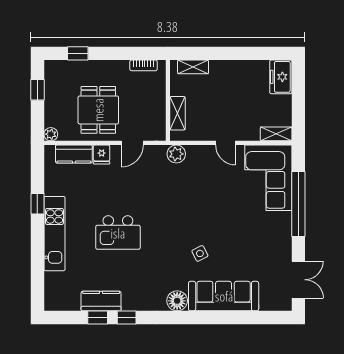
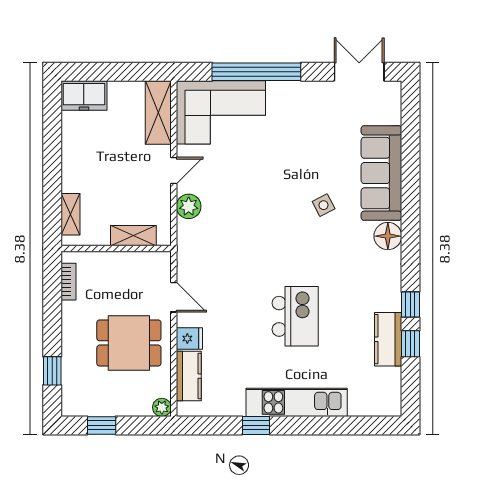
shelving: (276, 134) -> (158, 112), width x1.50, depth x1.33
plant: (176, 154) -> (189, 206), moved

